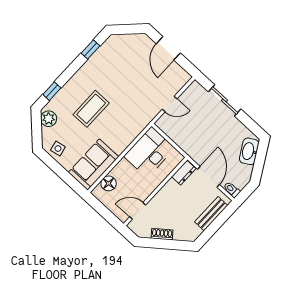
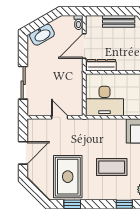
rug: (116, 66) -> (68, 177), added
dresser: (184, 173) -> (101, 65), width x1.44
bench: (211, 214) -> (119, 21), moved

